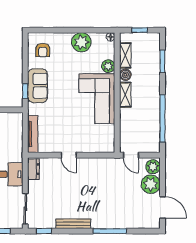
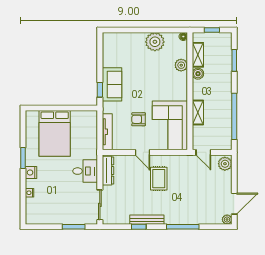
armchair: (43, 50) -> (139, 119), moved, turned 90
shelving: (125, 95) -> (198, 112), moved
corner sofa: (97, 99) -> (170, 125), moved
dresser: (33, 169) -> (108, 171), width x1.44
rug: (85, 182) -> (159, 179), added
plant: (151, 184) -> (227, 220), moved, width x0.53, depth x0.53
door: (162, 207) -> (234, 204), hinge flipped
window: (44, 231) -> (139, 227), moved

